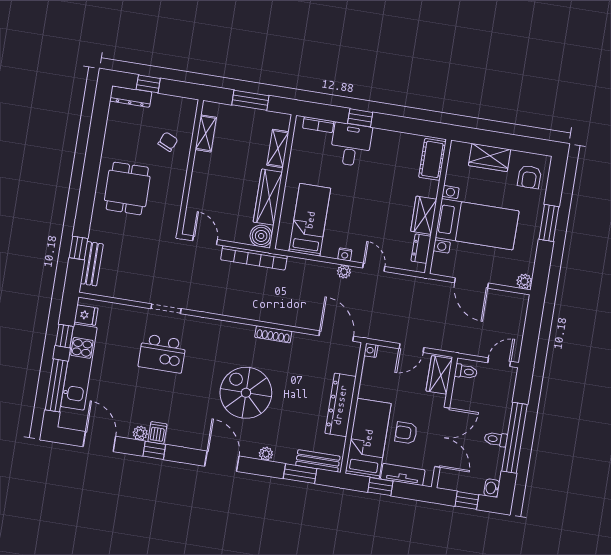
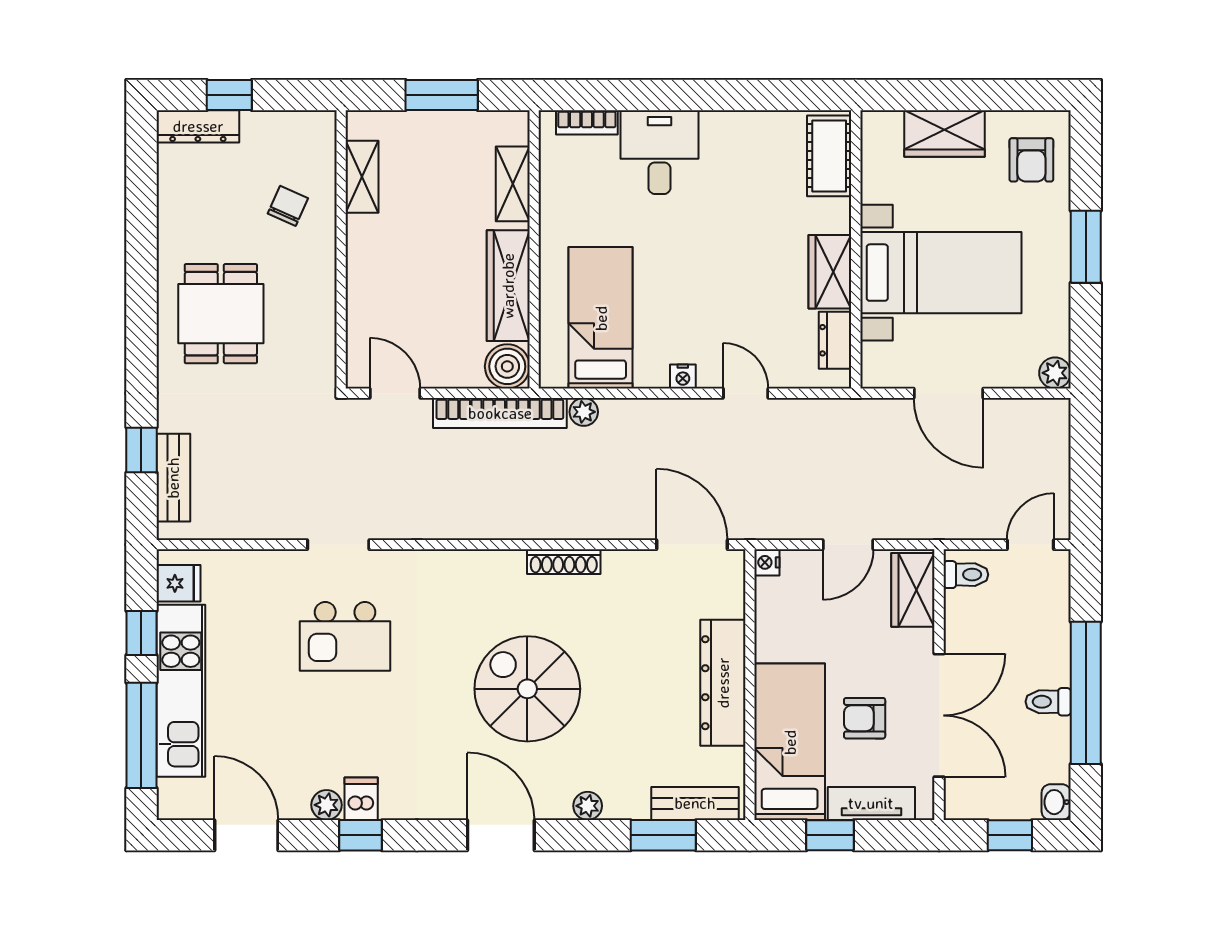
window: (360, 118) -> (670, 95), removed
plant: (344, 272) -> (584, 412), moved

